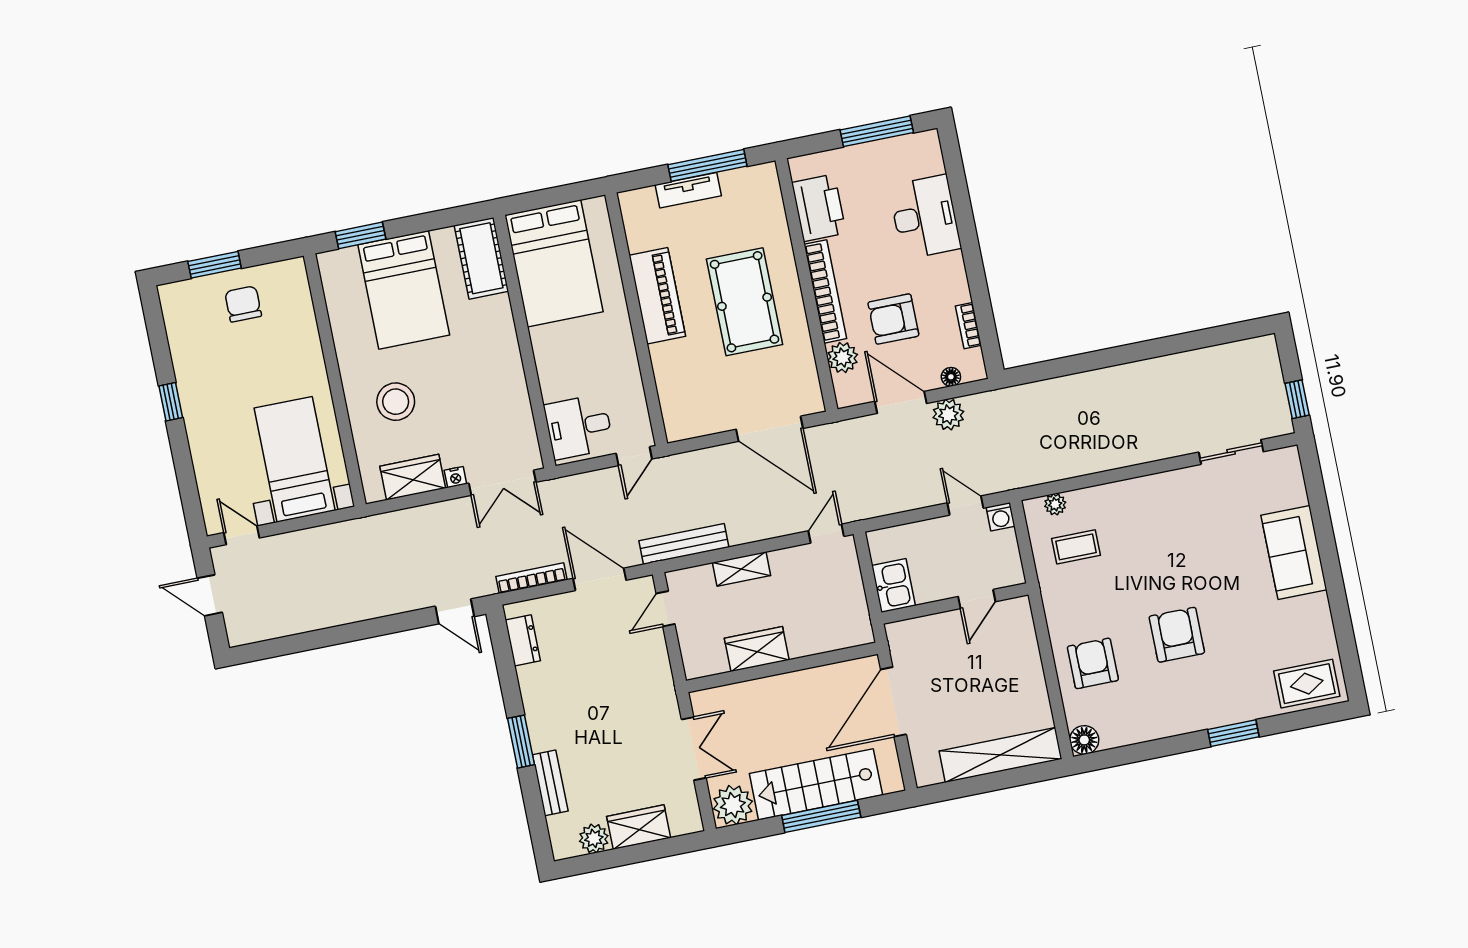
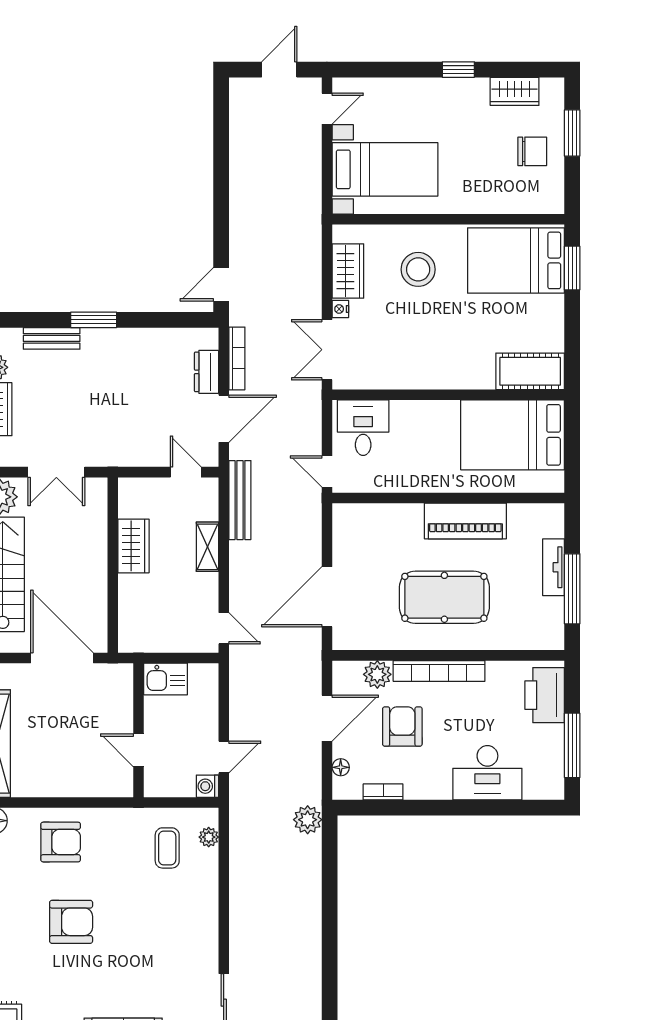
printer: (819, 208) -> (545, 695), moved, turned 90
bed: (404, 290) -> (516, 260), moved
wardrobe: (182, 336) -> (515, 91), added
plant: (948, 415) -> (308, 820), moved
dresser: (523, 640) -> (207, 372), moved, turned 90

